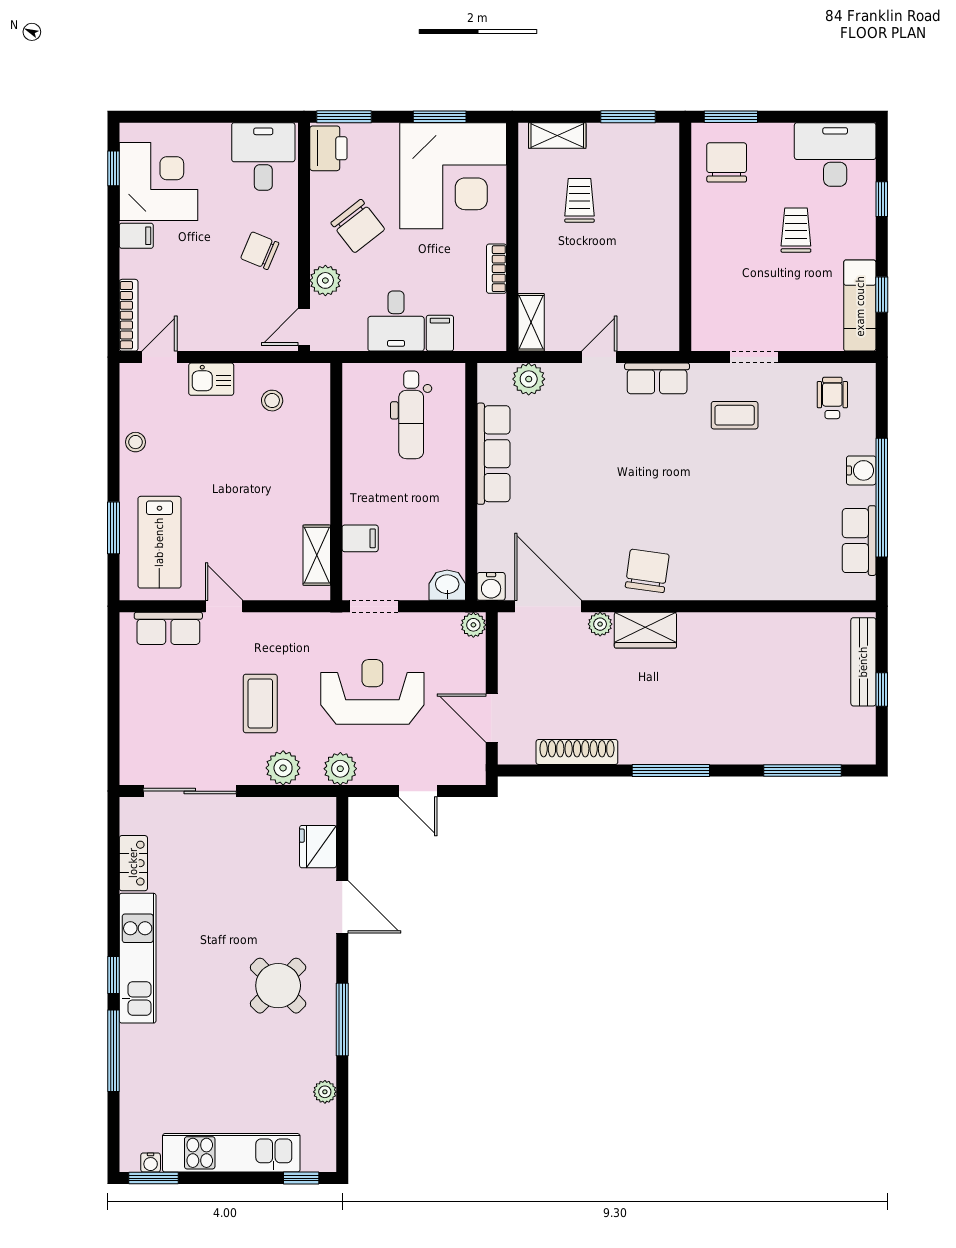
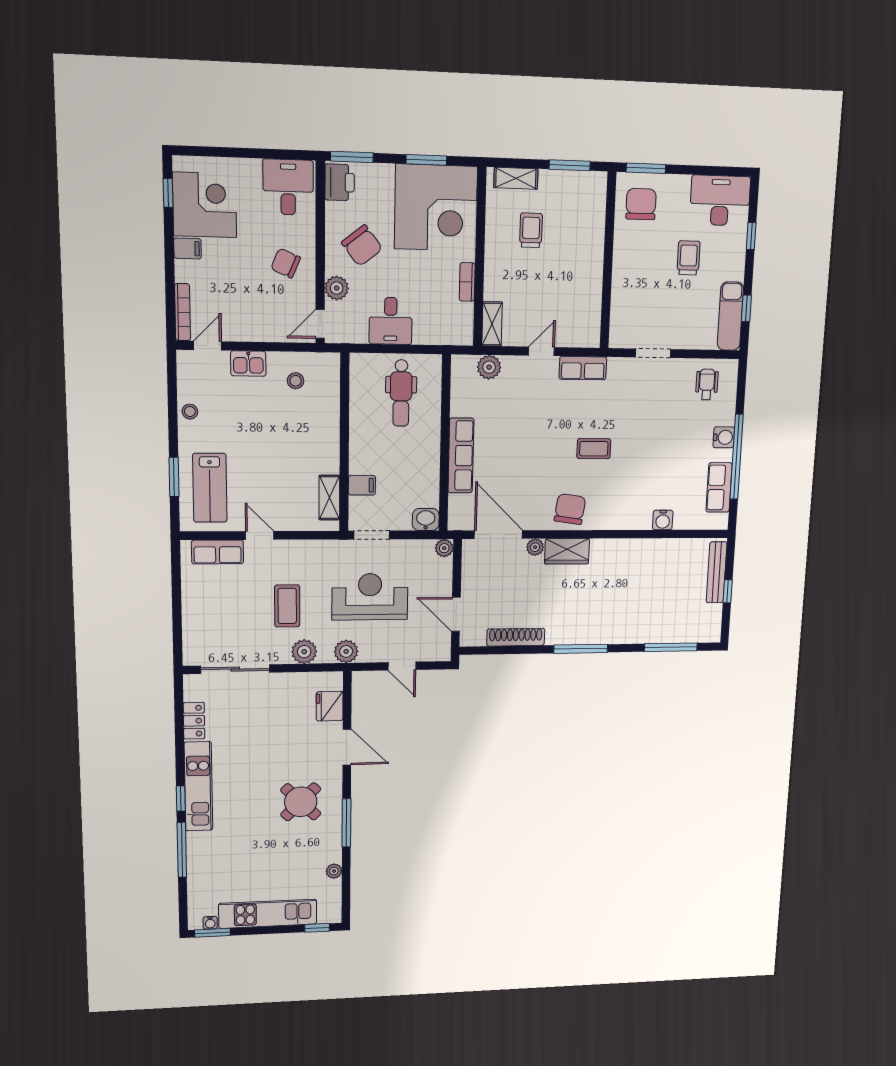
filing cabinet: (440, 333) -> (424, 331), removed
coffee table: (735, 415) -> (594, 449), moved
row of seats: (493, 454) -> (461, 456), moved
water cooler: (491, 586) -> (663, 520), moved

